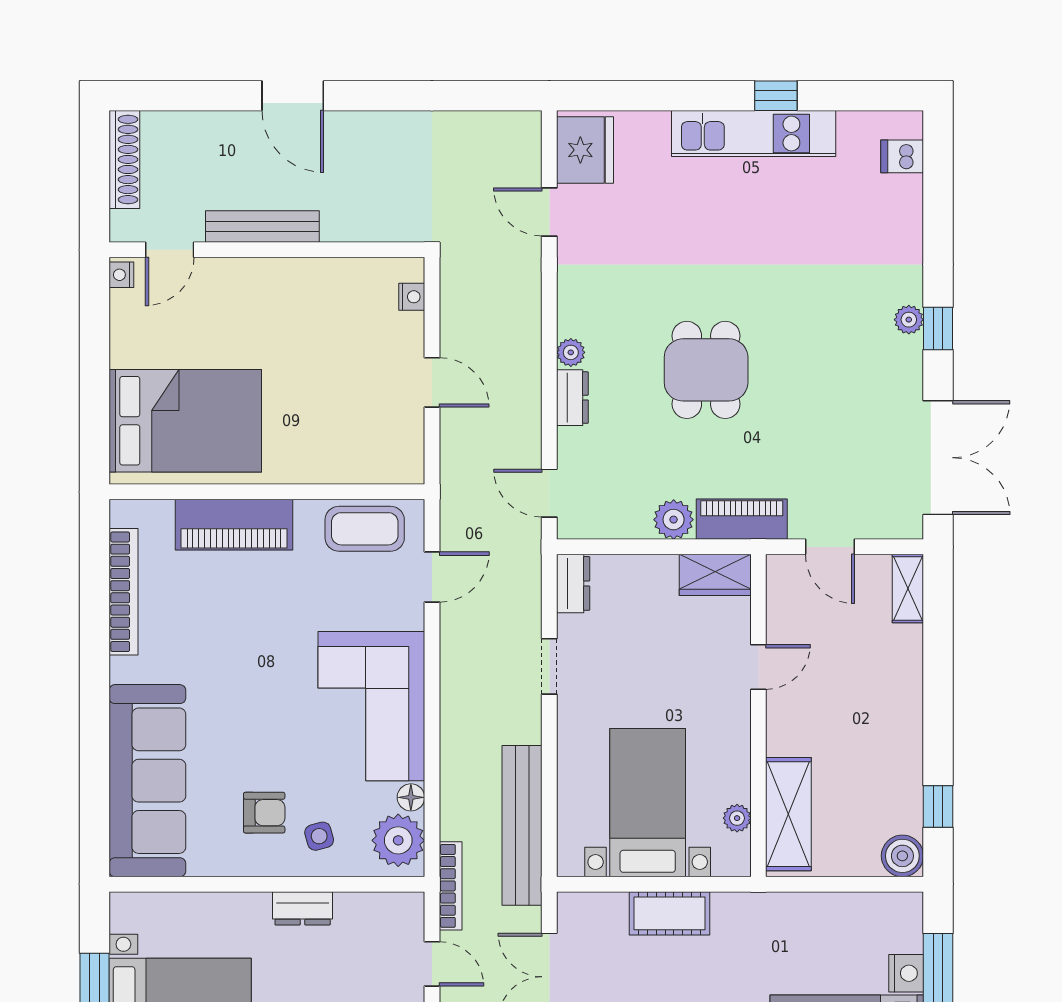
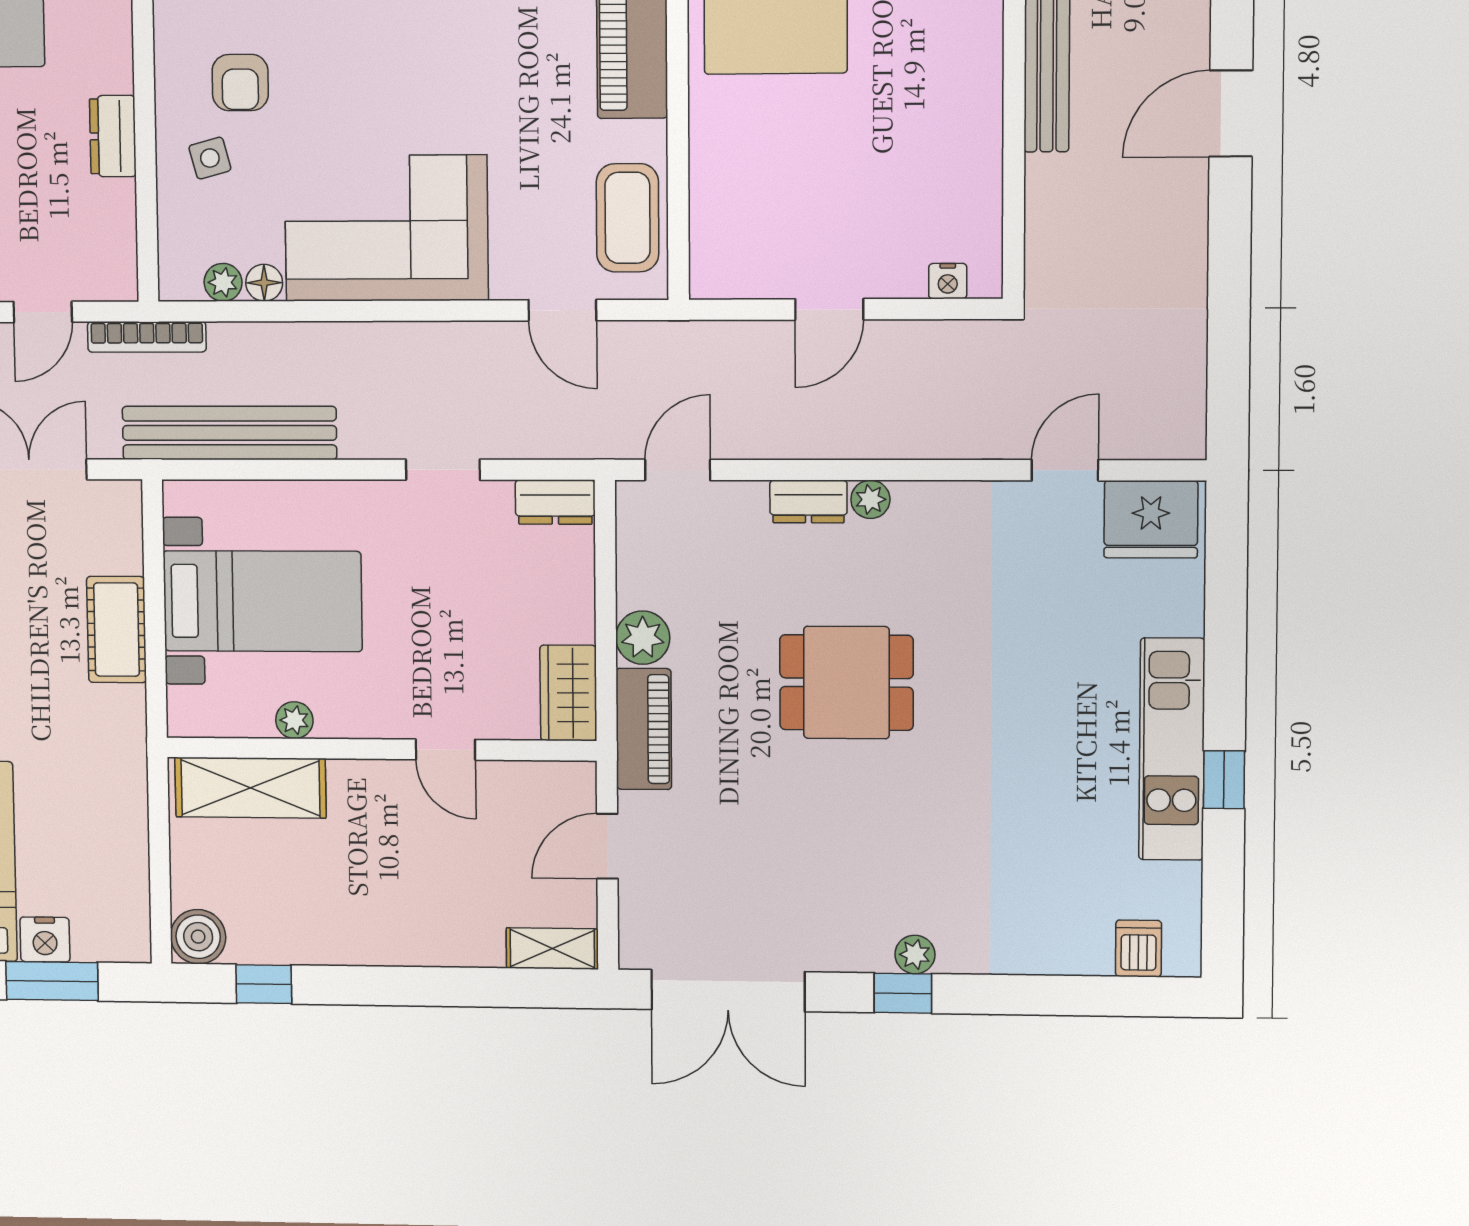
plant: (737, 818) -> (294, 720), moved
plant: (398, 840) -> (223, 282), width x0.53, depth x0.53

